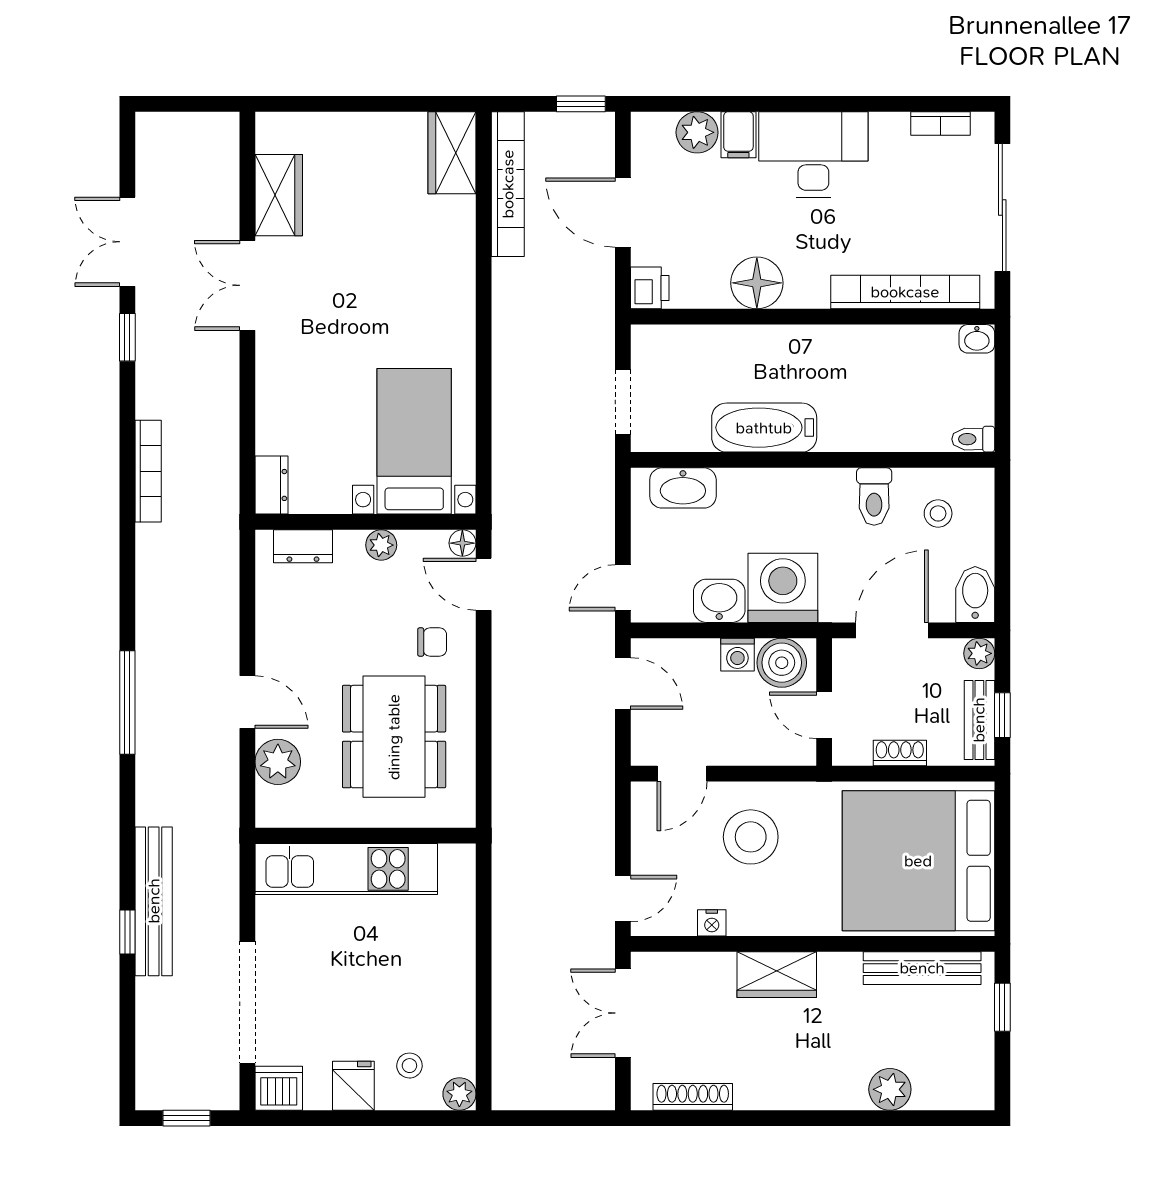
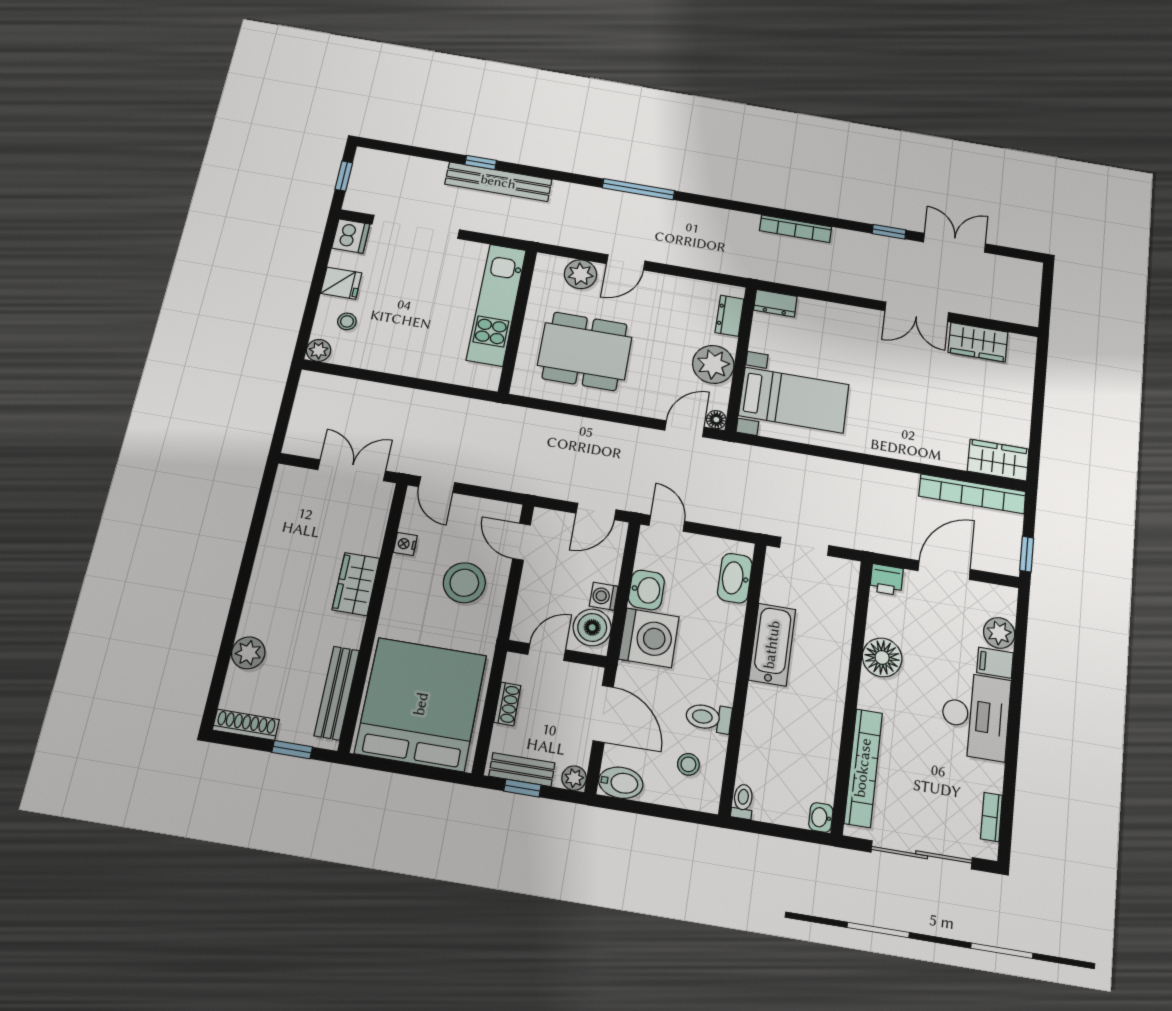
double door: (247, 285) -> (917, 312), swing flipped
plant: (381, 545) -> (713, 364), width x1.88, depth x1.88
chair: (432, 642) -> (648, 388), removed
shoe rack: (693, 1097) -> (246, 725), moved, turned -90

